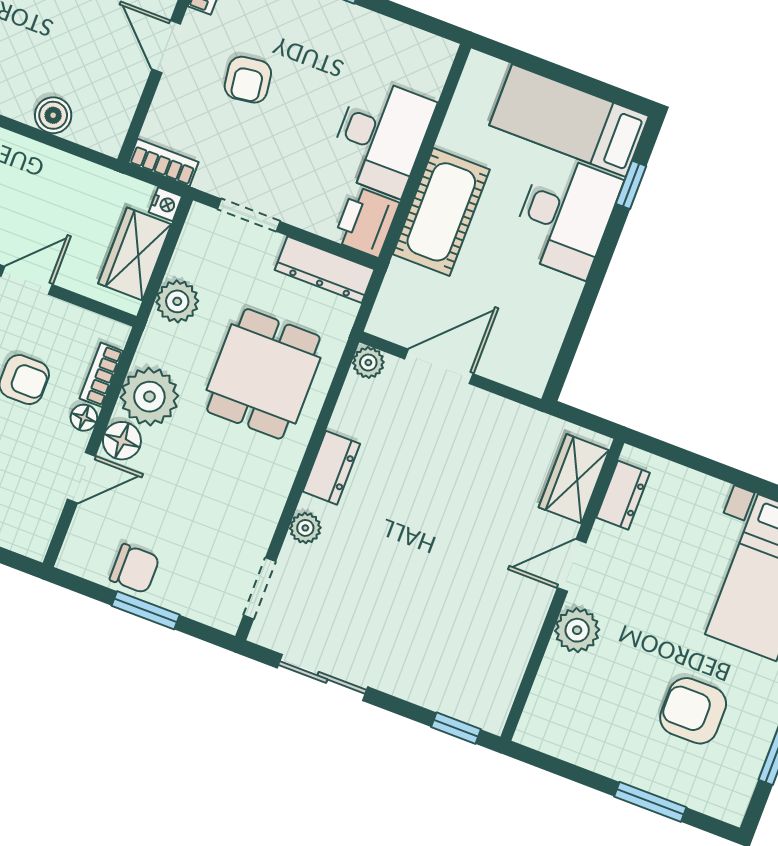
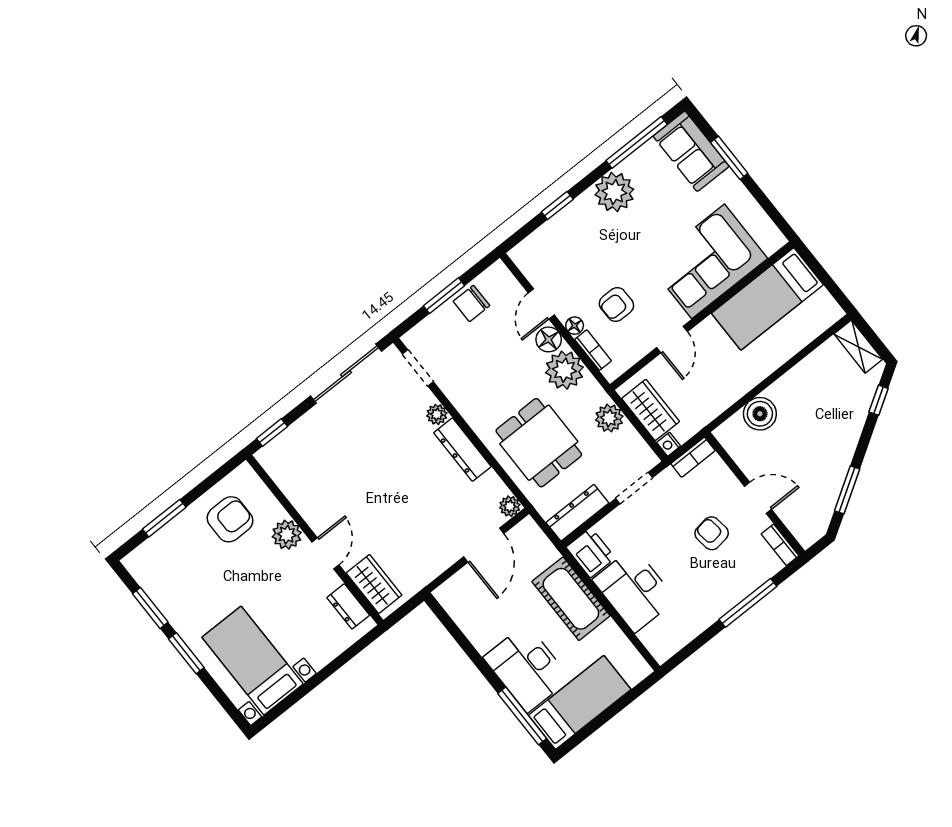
boiler: (53, 115) -> (760, 414), width x1.36, depth x1.36
window: (631, 185) -> (522, 716), width x2.17
dresser: (331, 468) -> (462, 450), width x1.44
sliding door: (322, 677) -> (346, 374), width x1.37
armchair: (693, 711) -> (230, 519), moved

